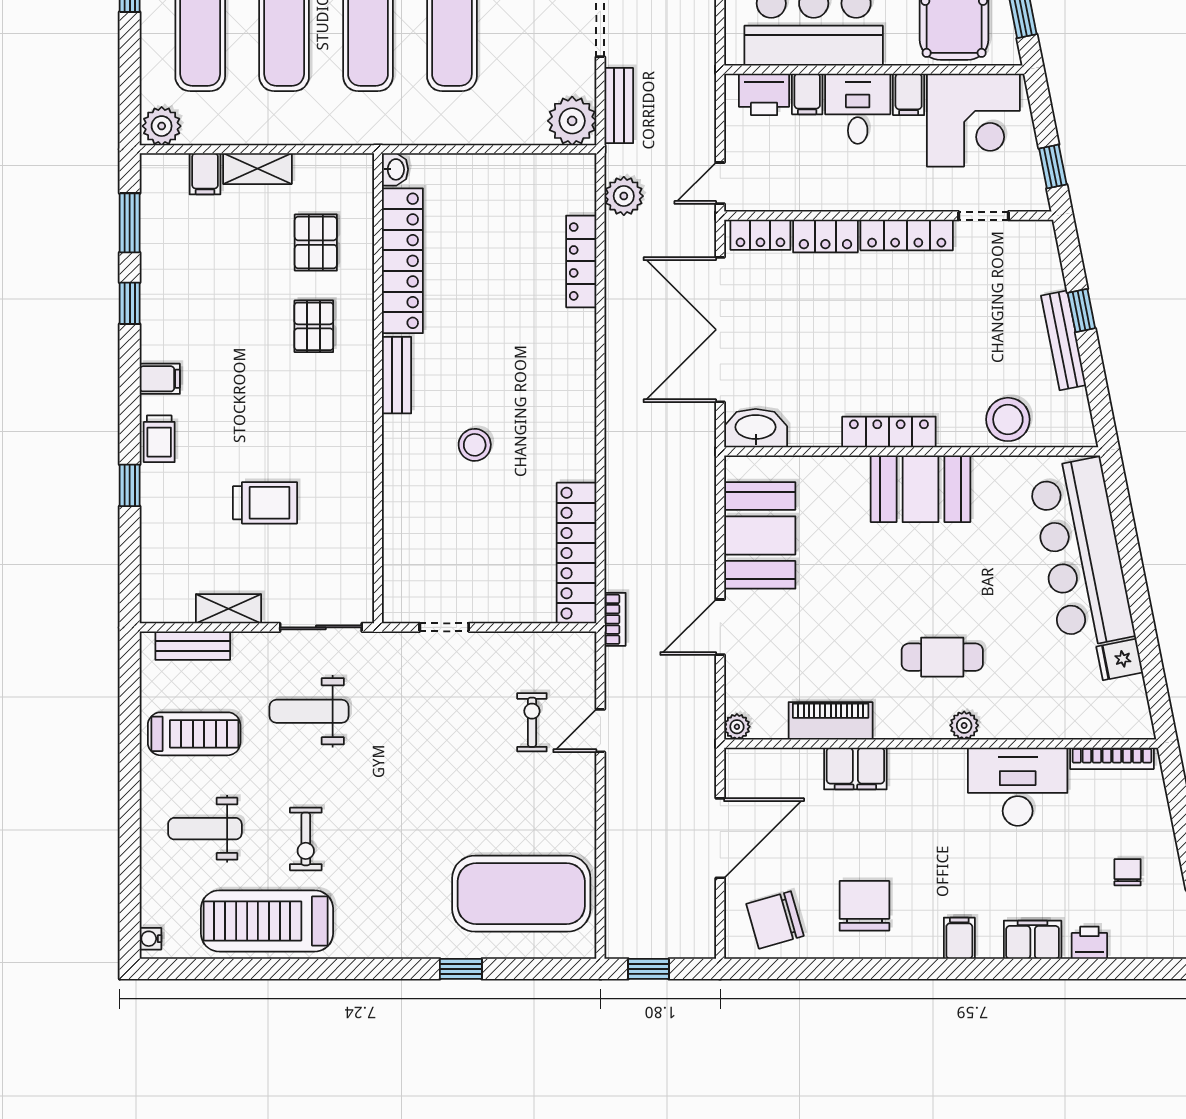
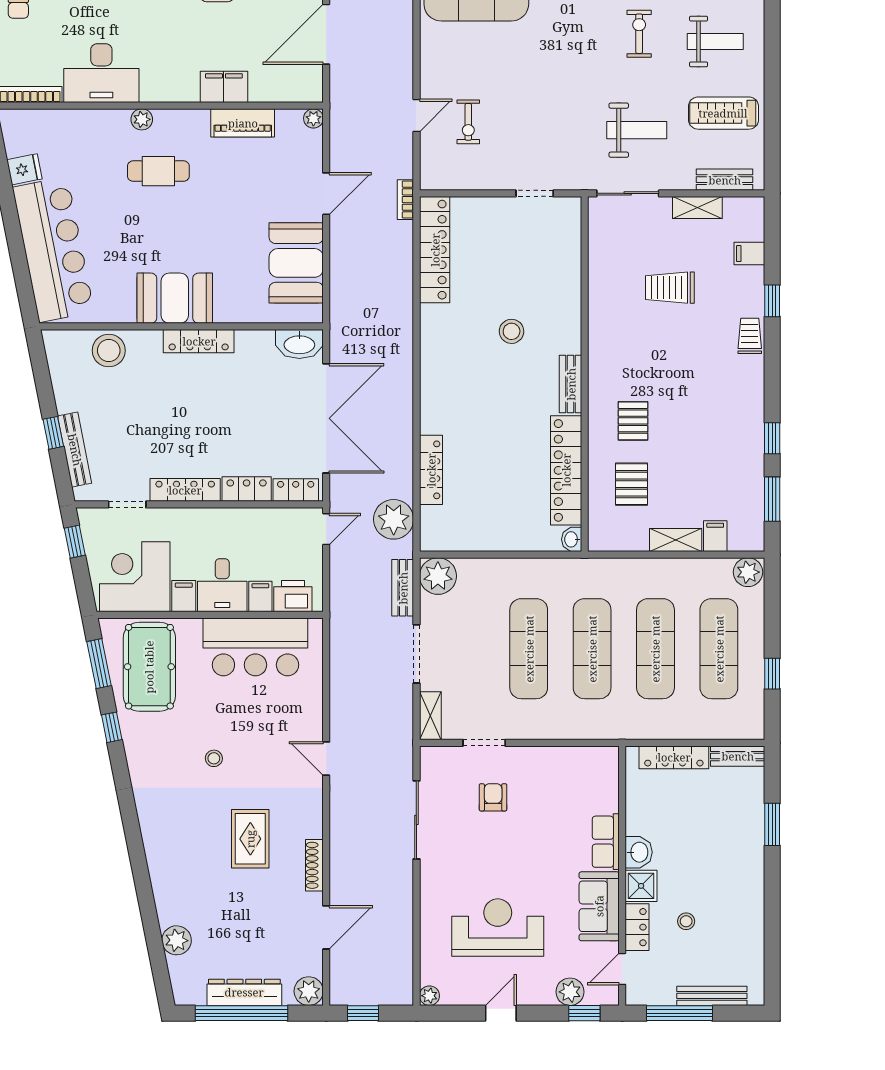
plant: (624, 196) -> (394, 519), width x1.36, depth x1.36
bench: (1063, 340) -> (75, 450), moved
filing cabinet: (160, 379) -> (749, 254), moved

